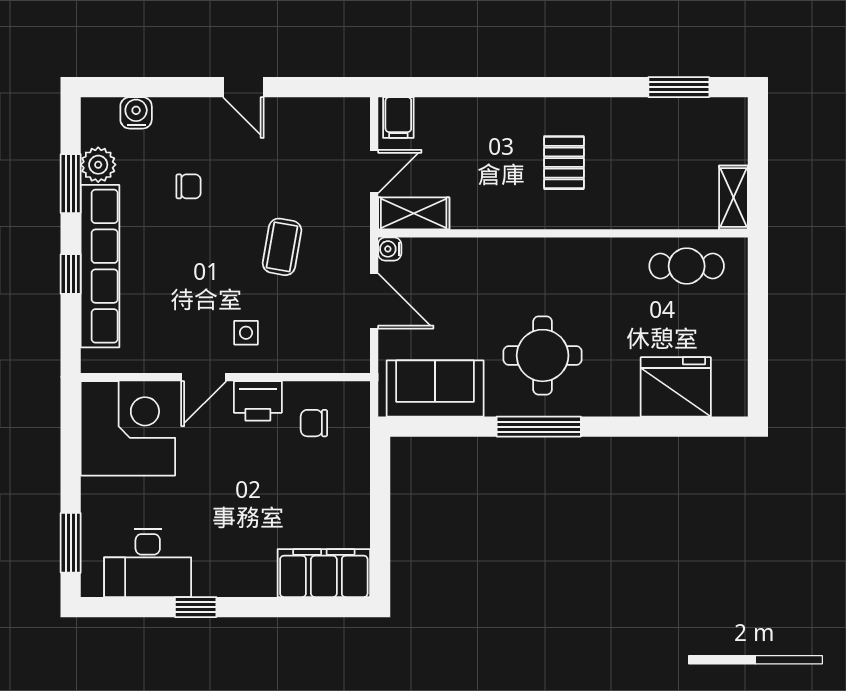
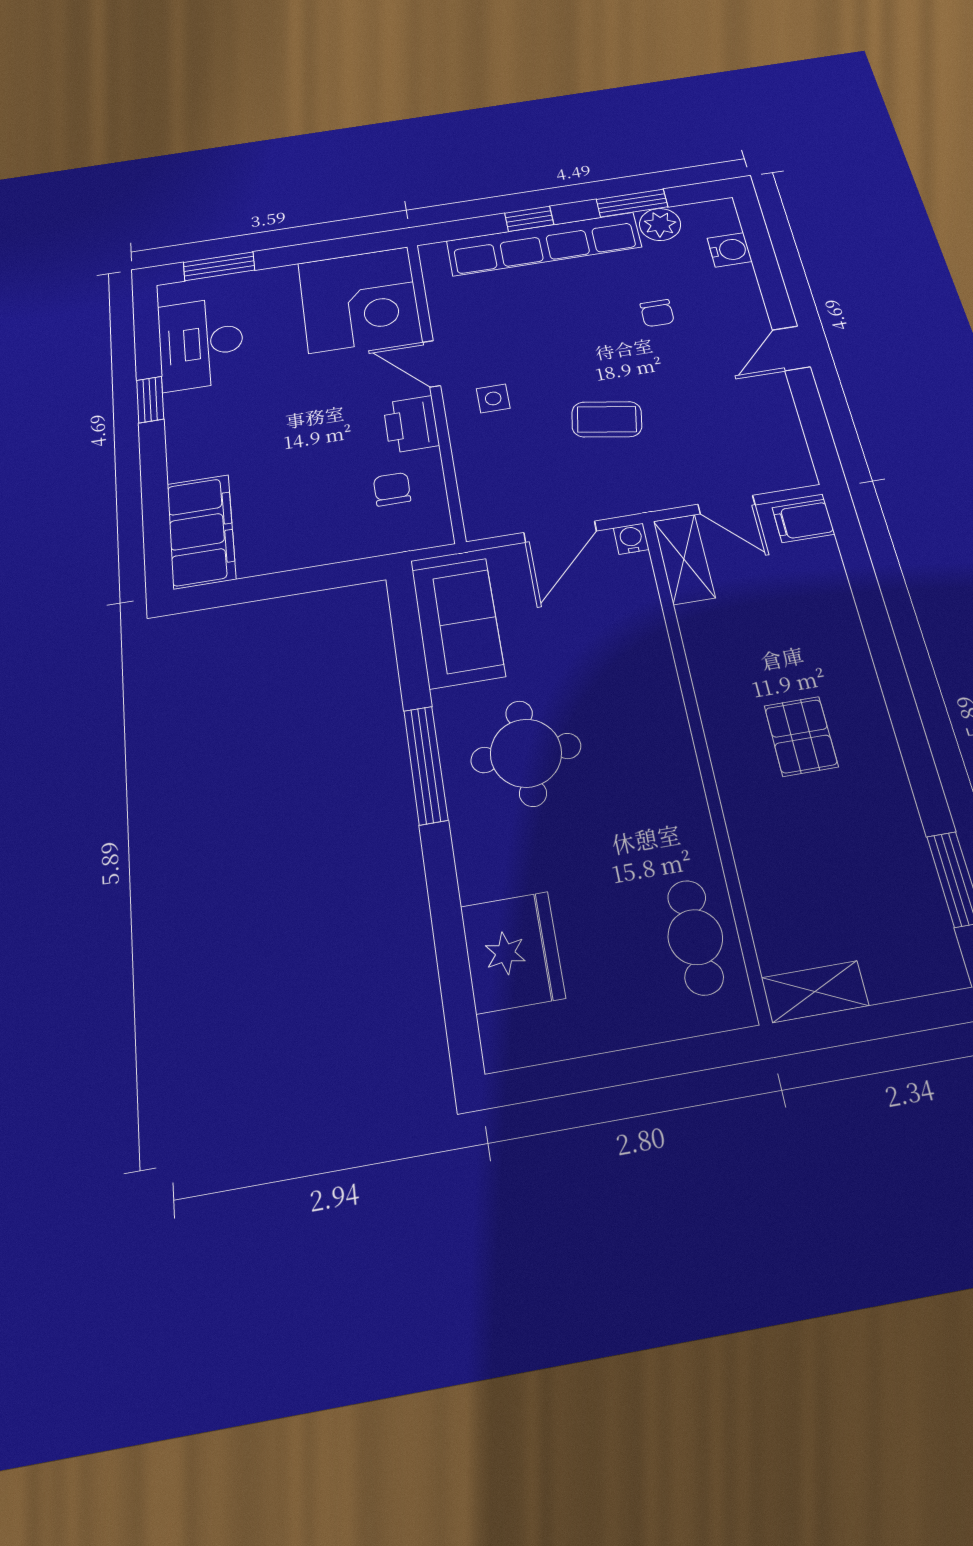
pallet: (564, 163) -> (801, 736), turned 90

